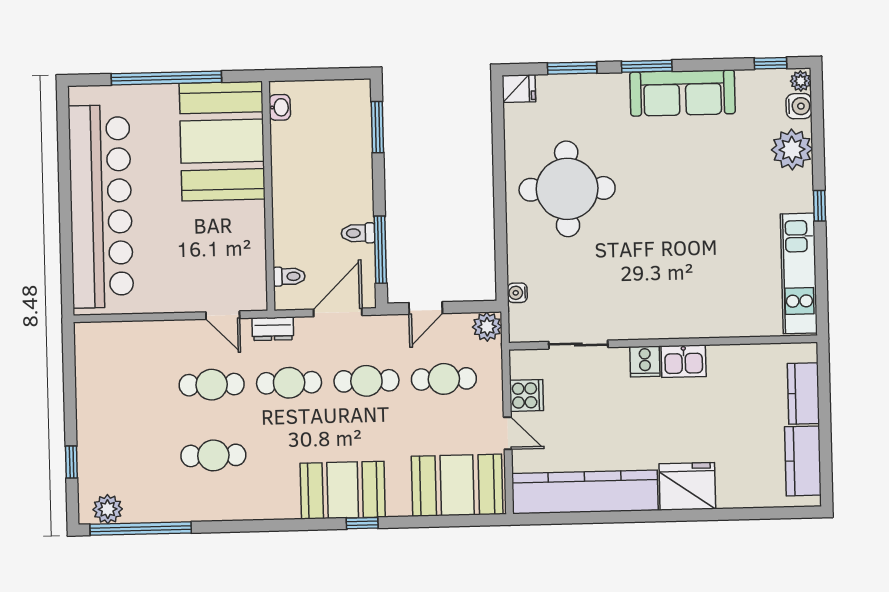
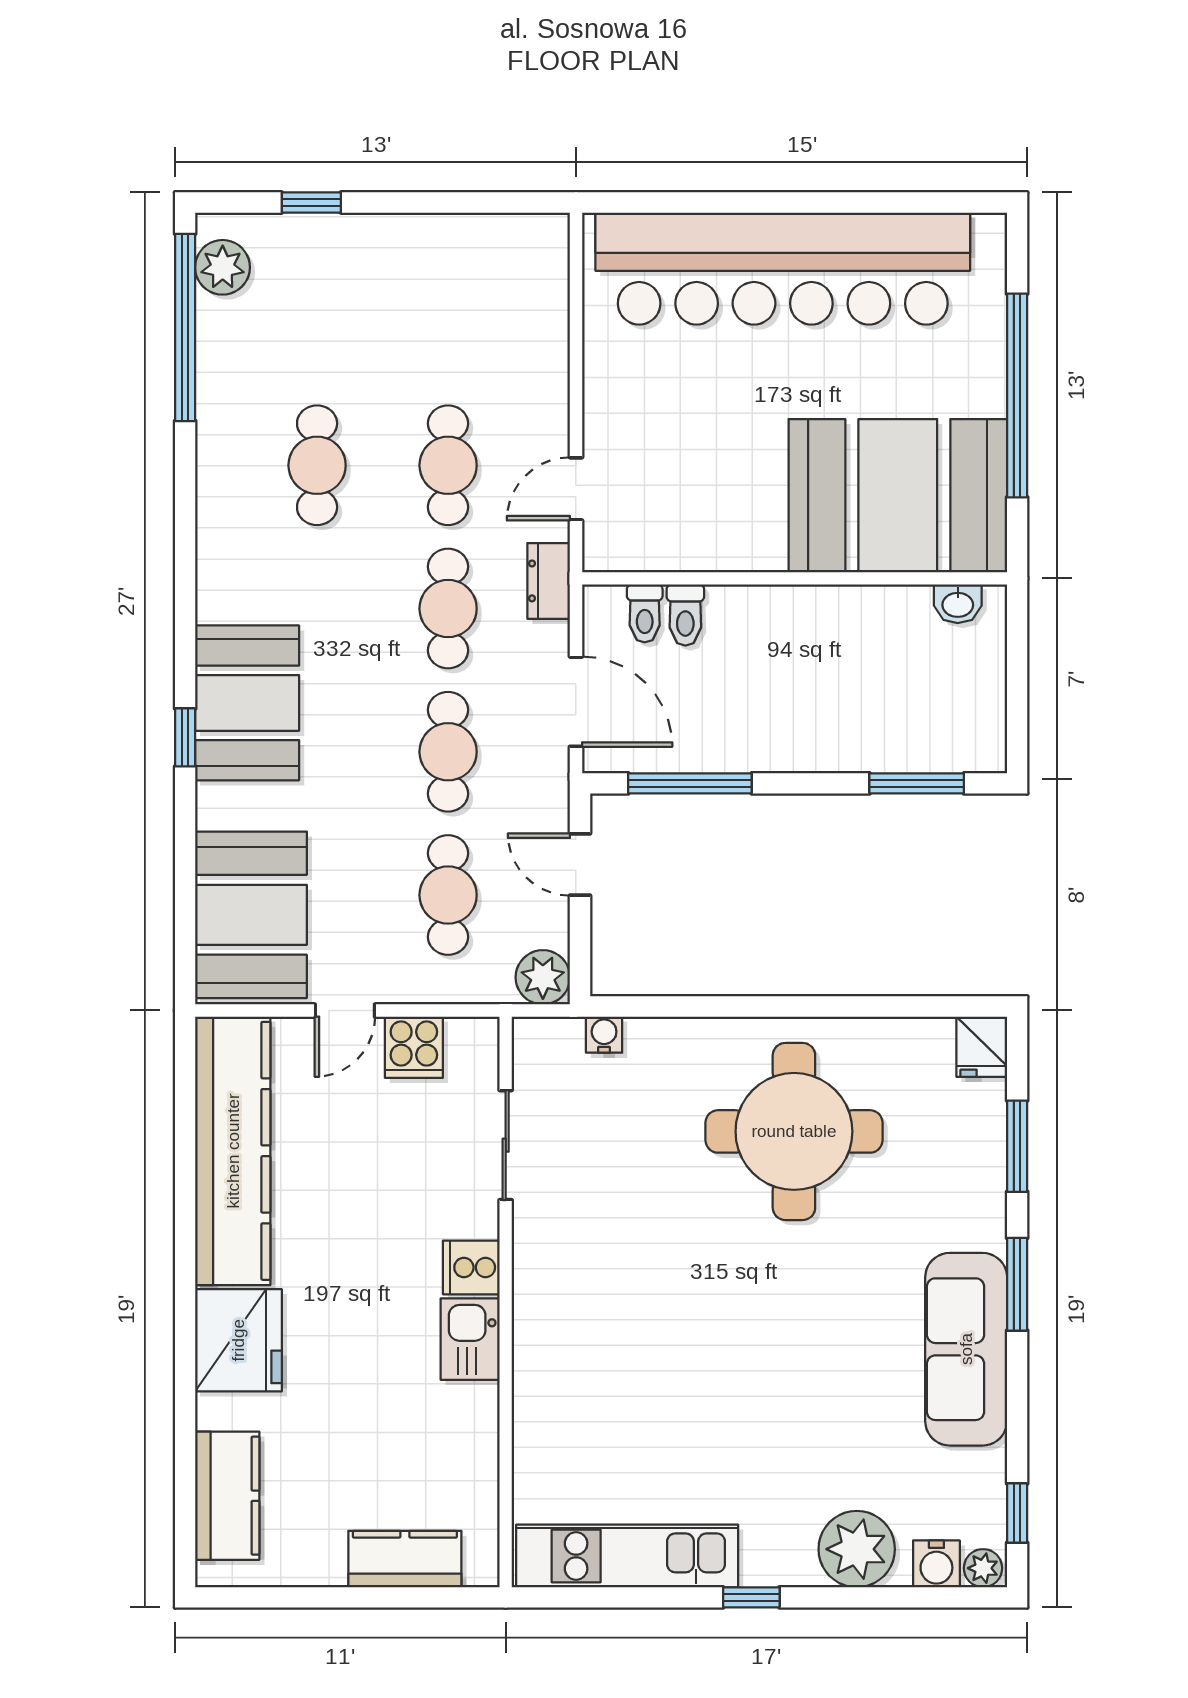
toilet: (358, 233) -> (685, 615), moved, turned 180
kitchen counter: (803, 461) -> (227, 1496), moved, turned 90

